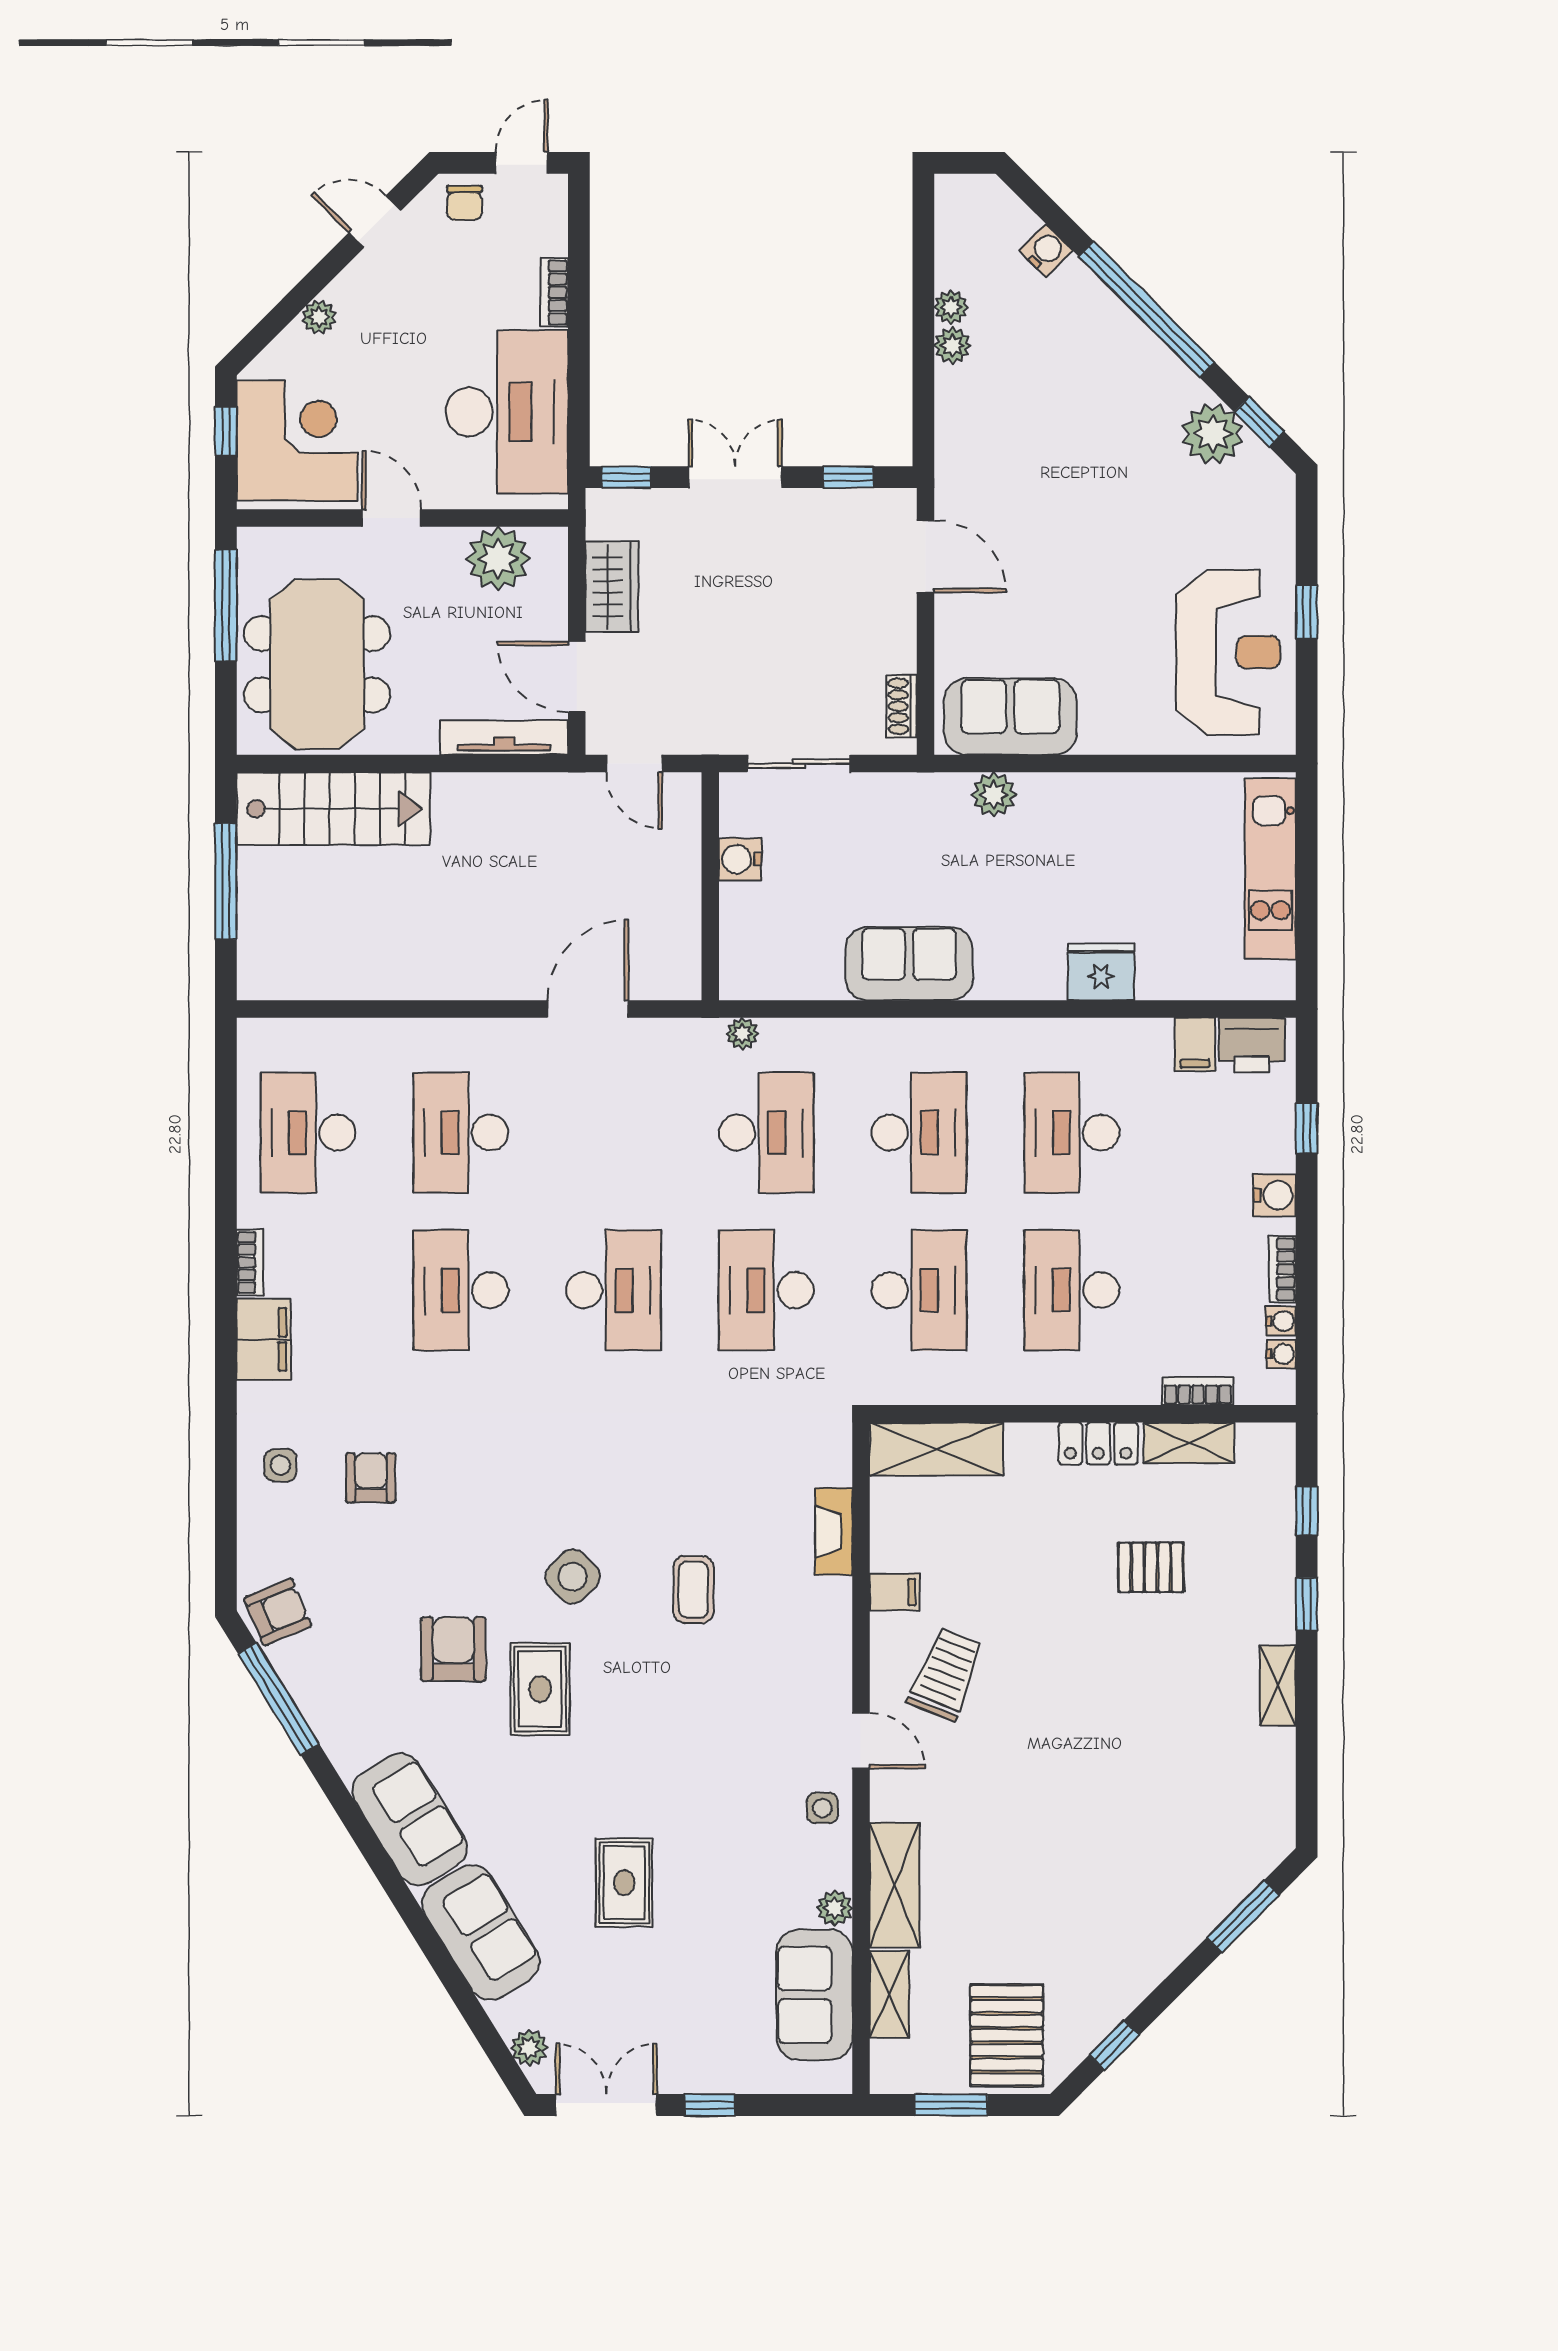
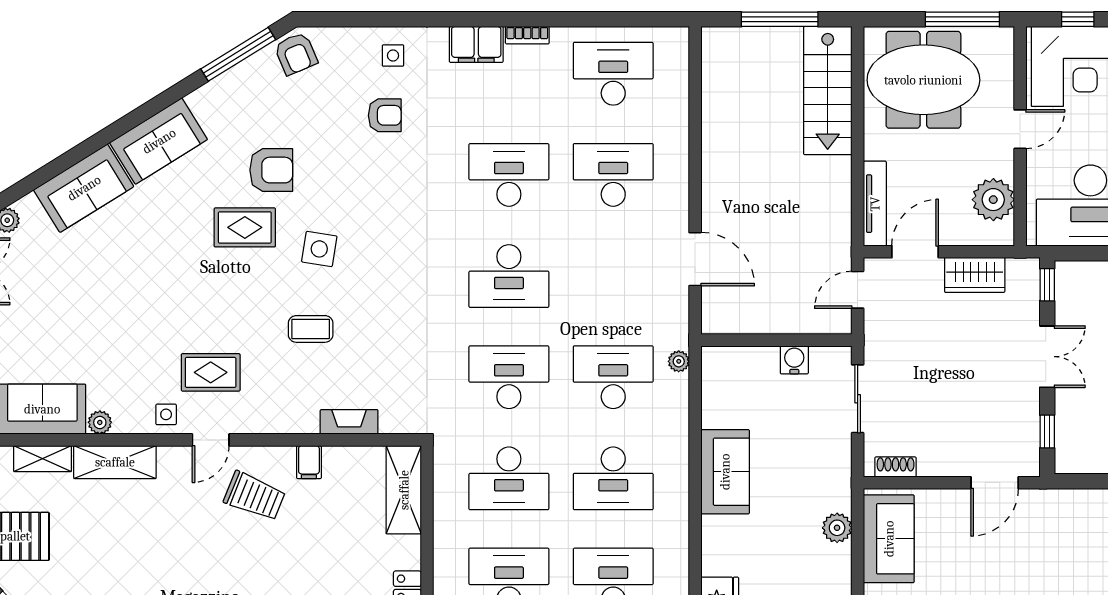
desk: (766, 1133) -> (613, 377), turned 180
side table: (573, 1577) -> (319, 249), turned -36
rug: (624, 1883) -> (211, 372), moved

